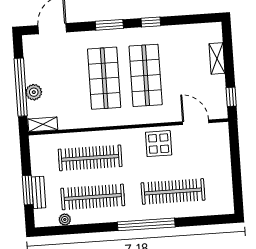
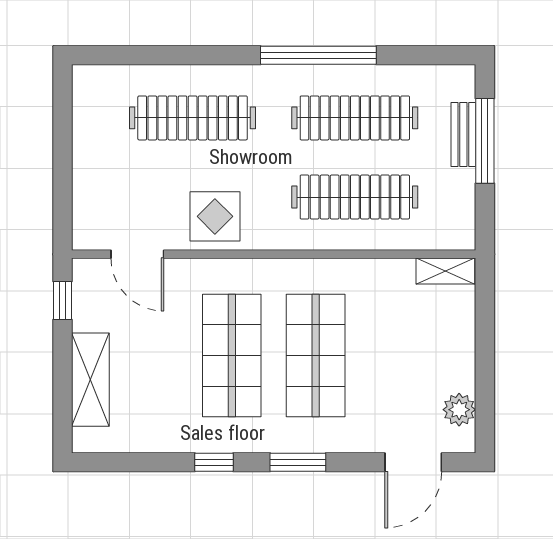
shelving: (217, 58) -> (90, 380), width x1.50, depth x1.33
window: (21, 87) -> (485, 349), removed
plant: (34, 92) -> (459, 410), moved
window: (28, 190) -> (485, 141), width x1.44
plant: (65, 219) -> (414, 76), removed
window: (146, 224) -> (318, 55), moved

